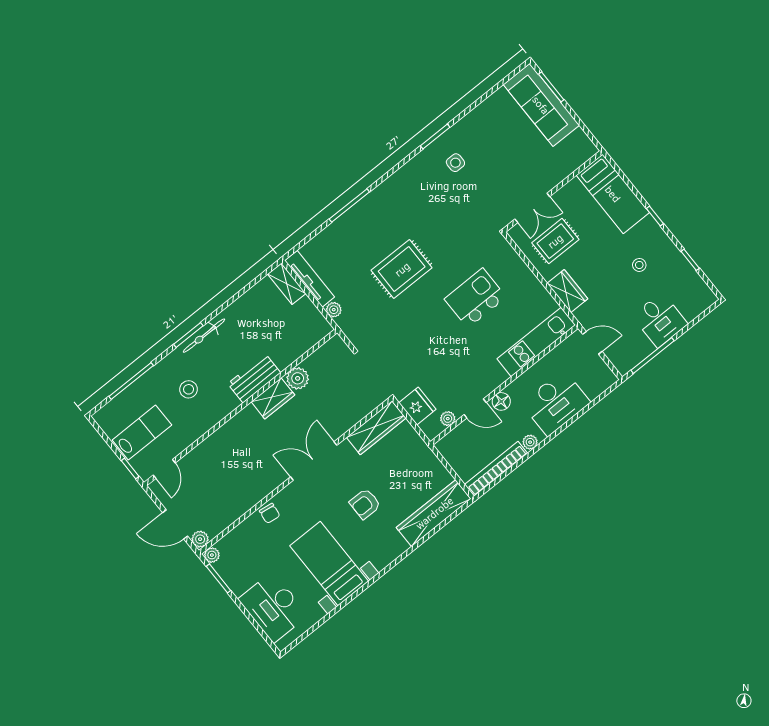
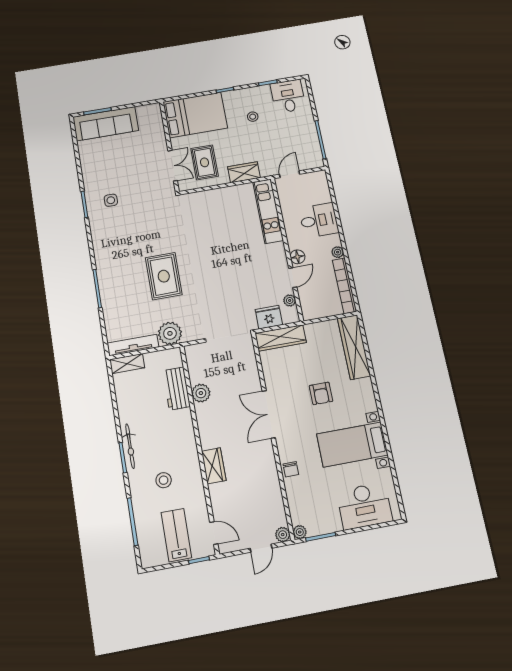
bed: (613, 194) -> (195, 115), width x1.50
kitchen island: (475, 298) -> (214, 236), removed
plant: (334, 310) -> (170, 333), width x1.88, depth x1.88
desk: (660, 320) -> (288, 96), moved, turned -90
workbench: (254, 378) -> (177, 389), moved
wardrobe: (273, 398) -> (214, 466), moved
desk: (556, 403) -> (319, 220), width x0.73
wardrobe: (376, 428) -> (281, 338), moved, turned 90
chair: (270, 513) -> (291, 469), turned 82
door: (175, 524) -> (261, 548), width x0.73

